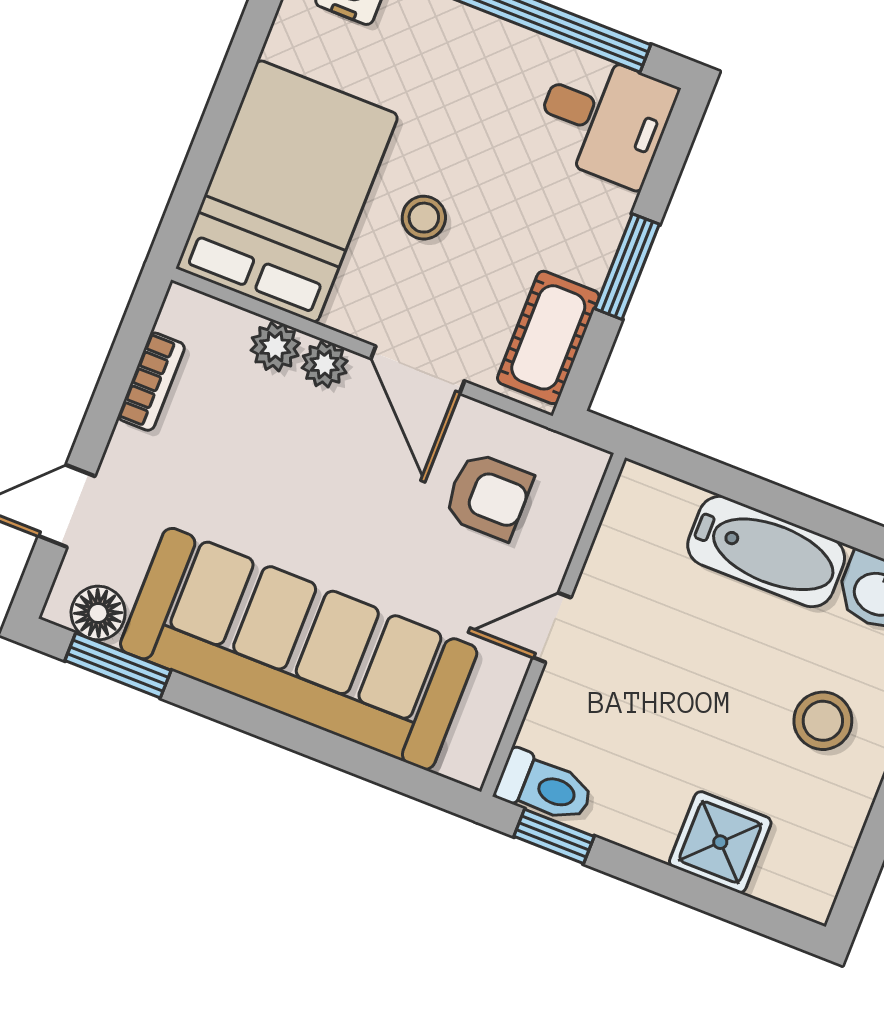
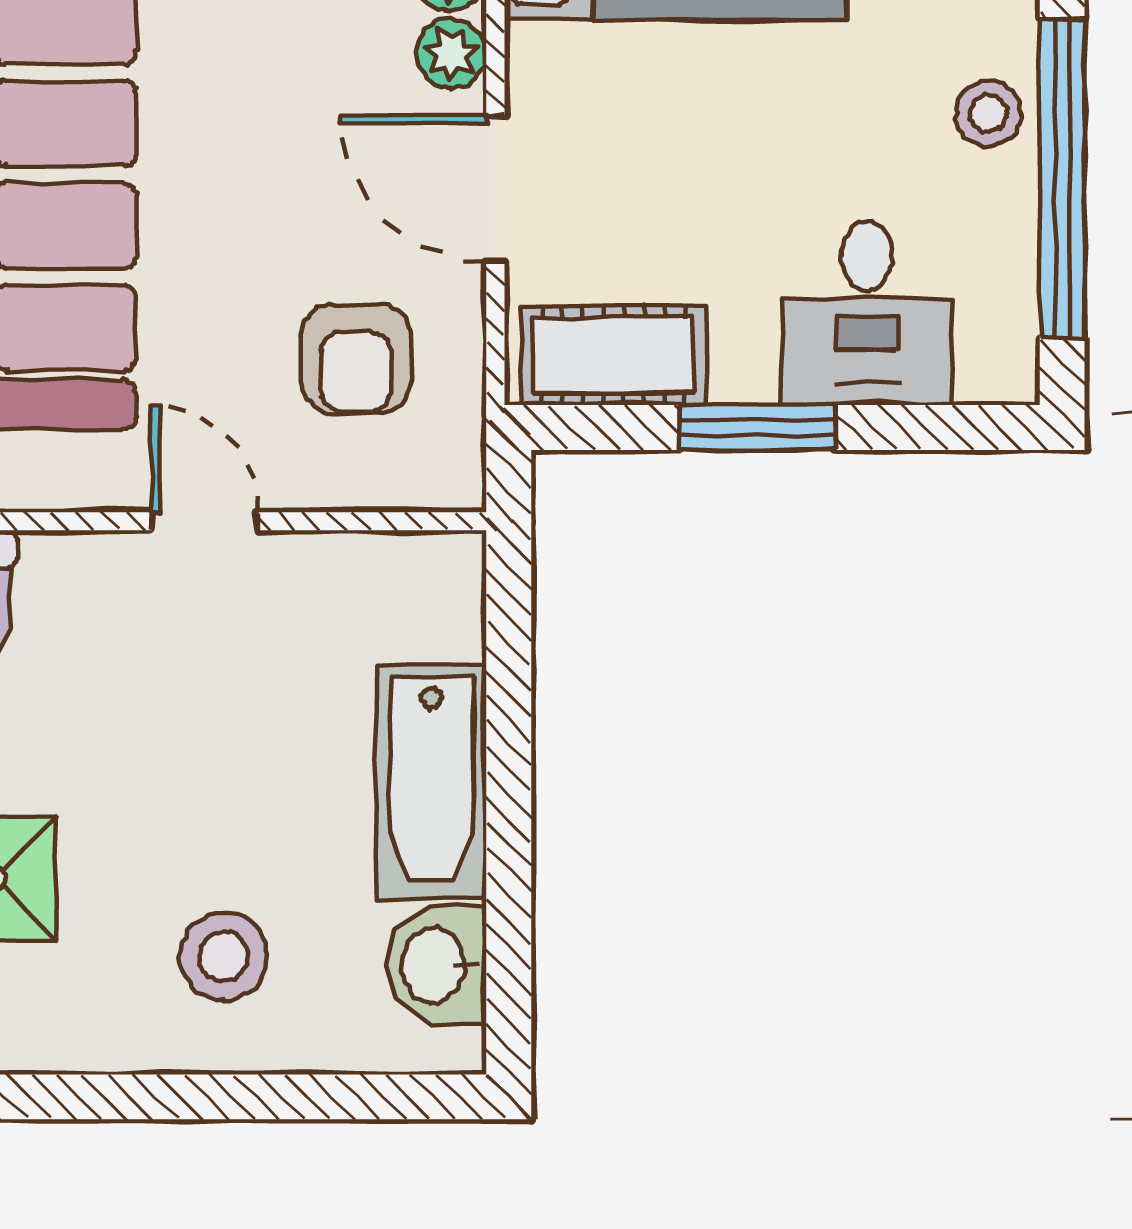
desk: (604, 119) -> (867, 313), moved
stool: (424, 218) -> (988, 114), moved
door: (418, 370) -> (495, 188), hinge flipped

